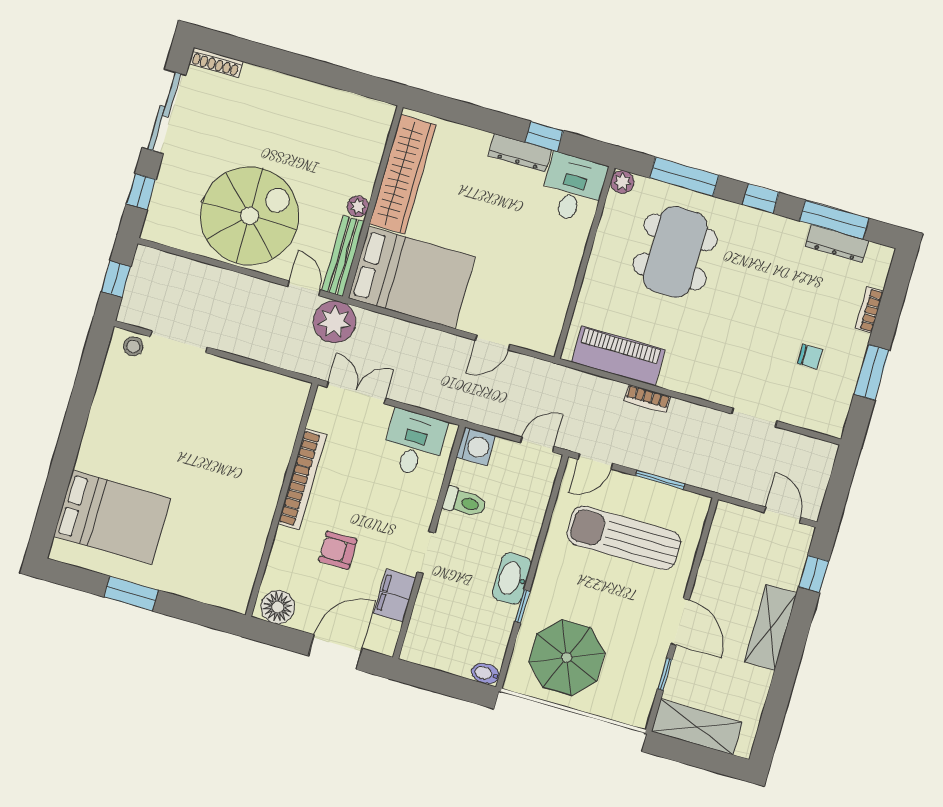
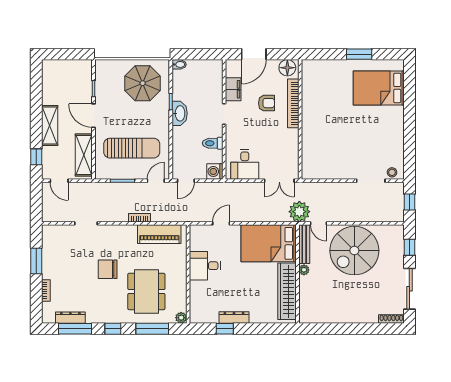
desk: (573, 188) -> (205, 266), moved, turned 90
chair: (810, 357) -> (108, 269), moved, width x1.87, depth x1.87
bookcase: (302, 479) -> (293, 103), moved
shelving: (697, 727) -> (84, 155), moved, turned 90

